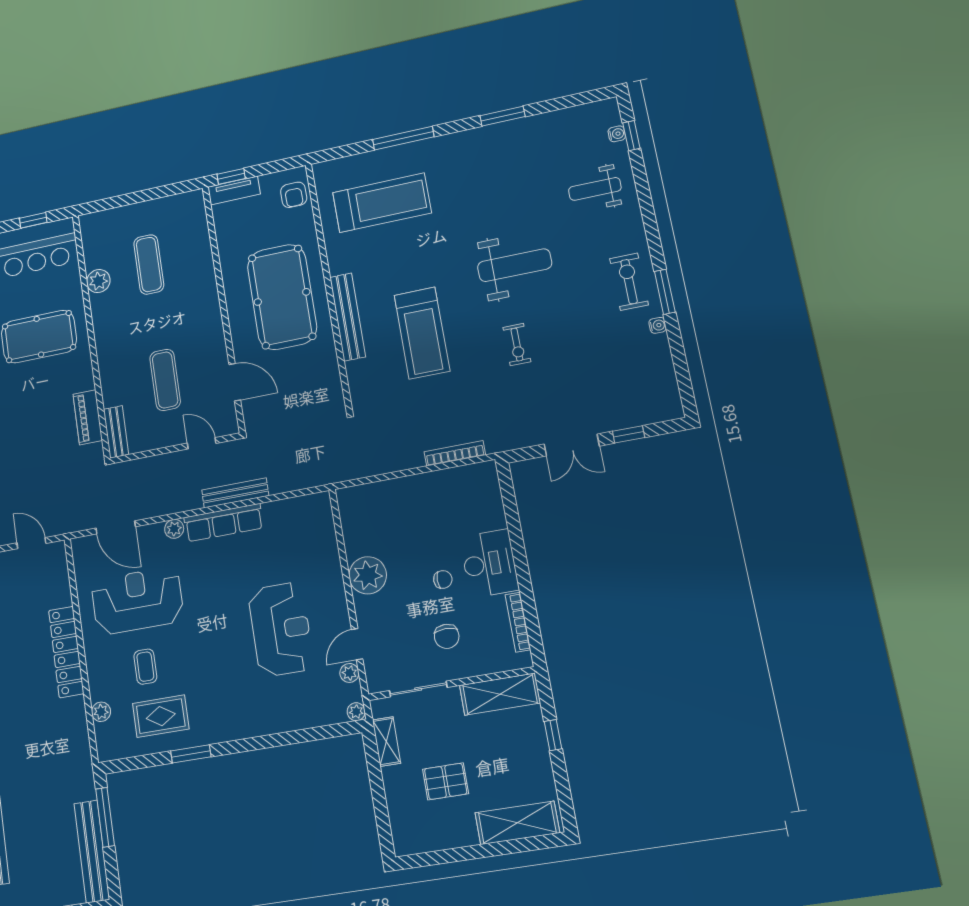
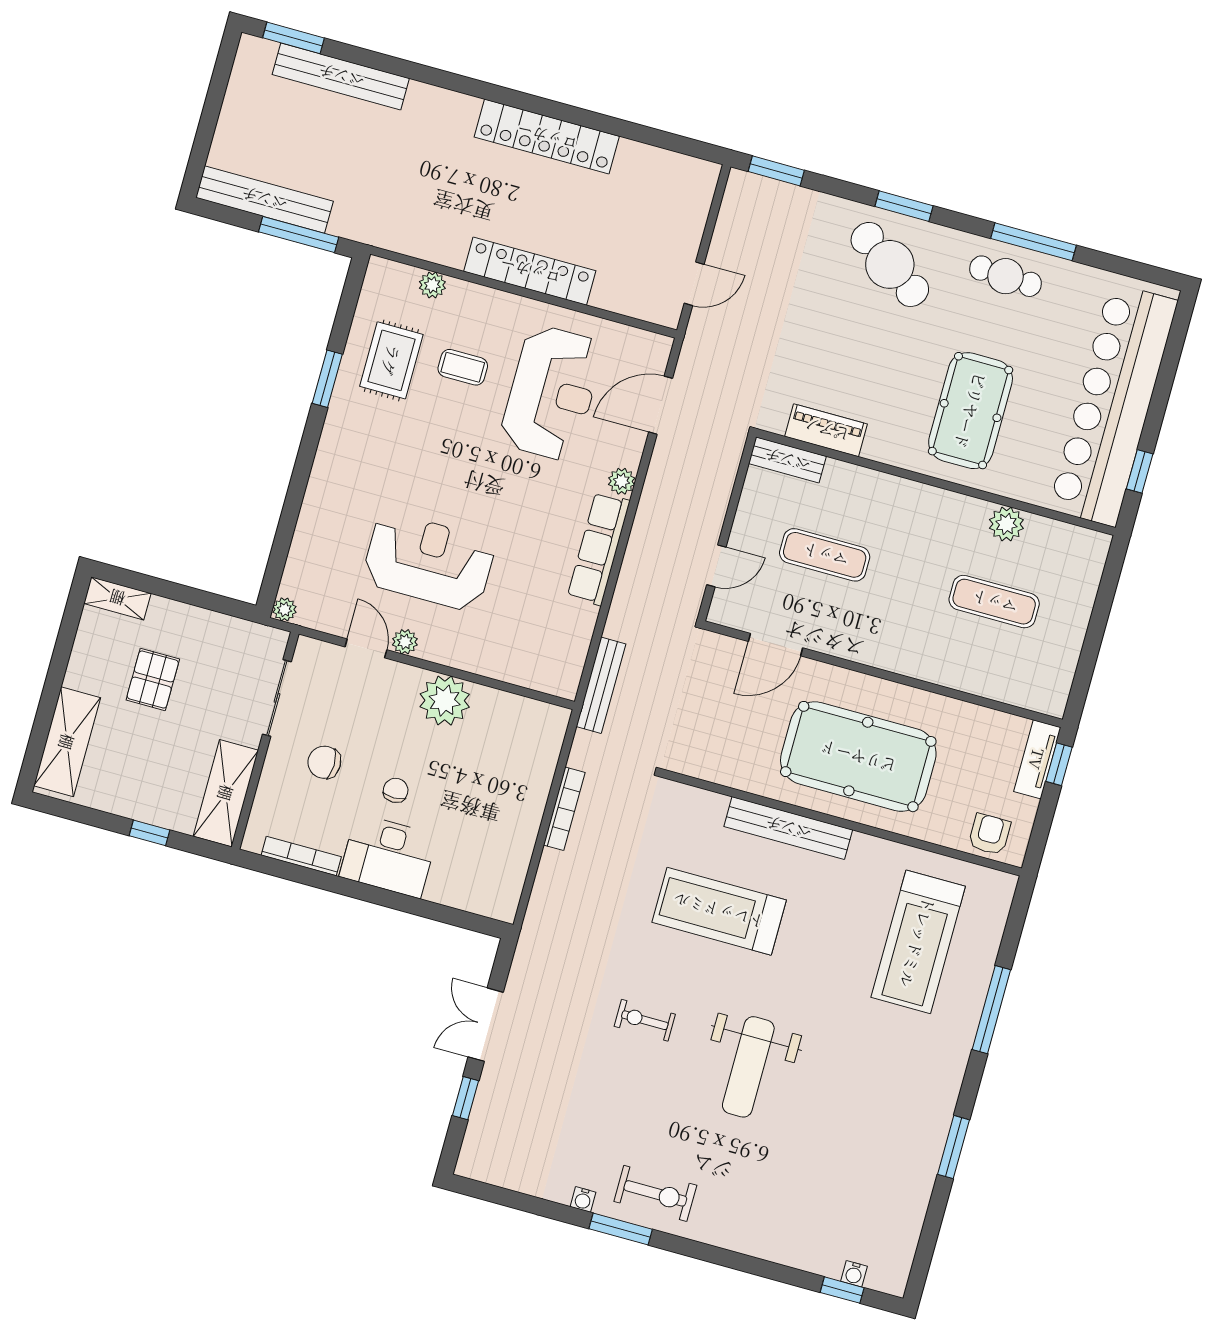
weight bench: (595, 189) -> (796, 1212), removed
armchair: (294, 195) -> (989, 834), turned 90
bookcase: (455, 453) -> (564, 809), moved
bench: (235, 493) -> (601, 685), moved
chair: (443, 579) -> (396, 790), turned 180
reception desk: (281, 629) -> (429, 561), turned 180
plant: (349, 673) -> (405, 642), moved
shelving: (386, 741) -> (117, 598), moved

